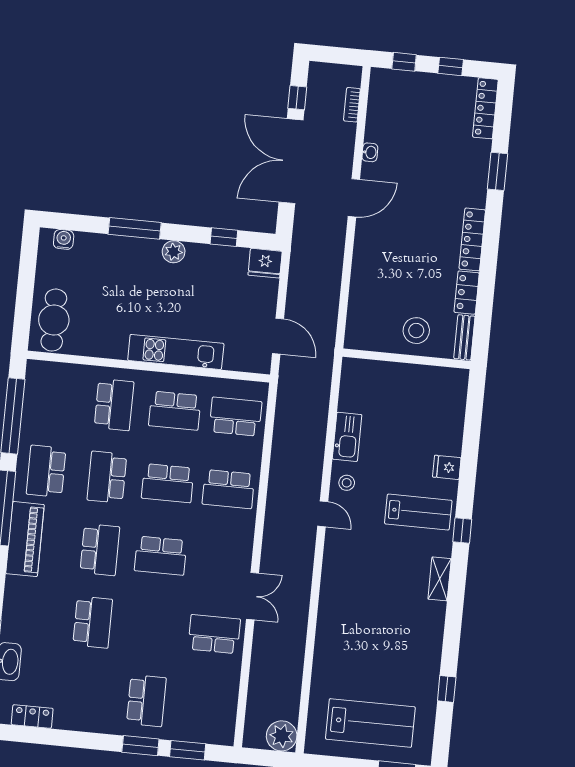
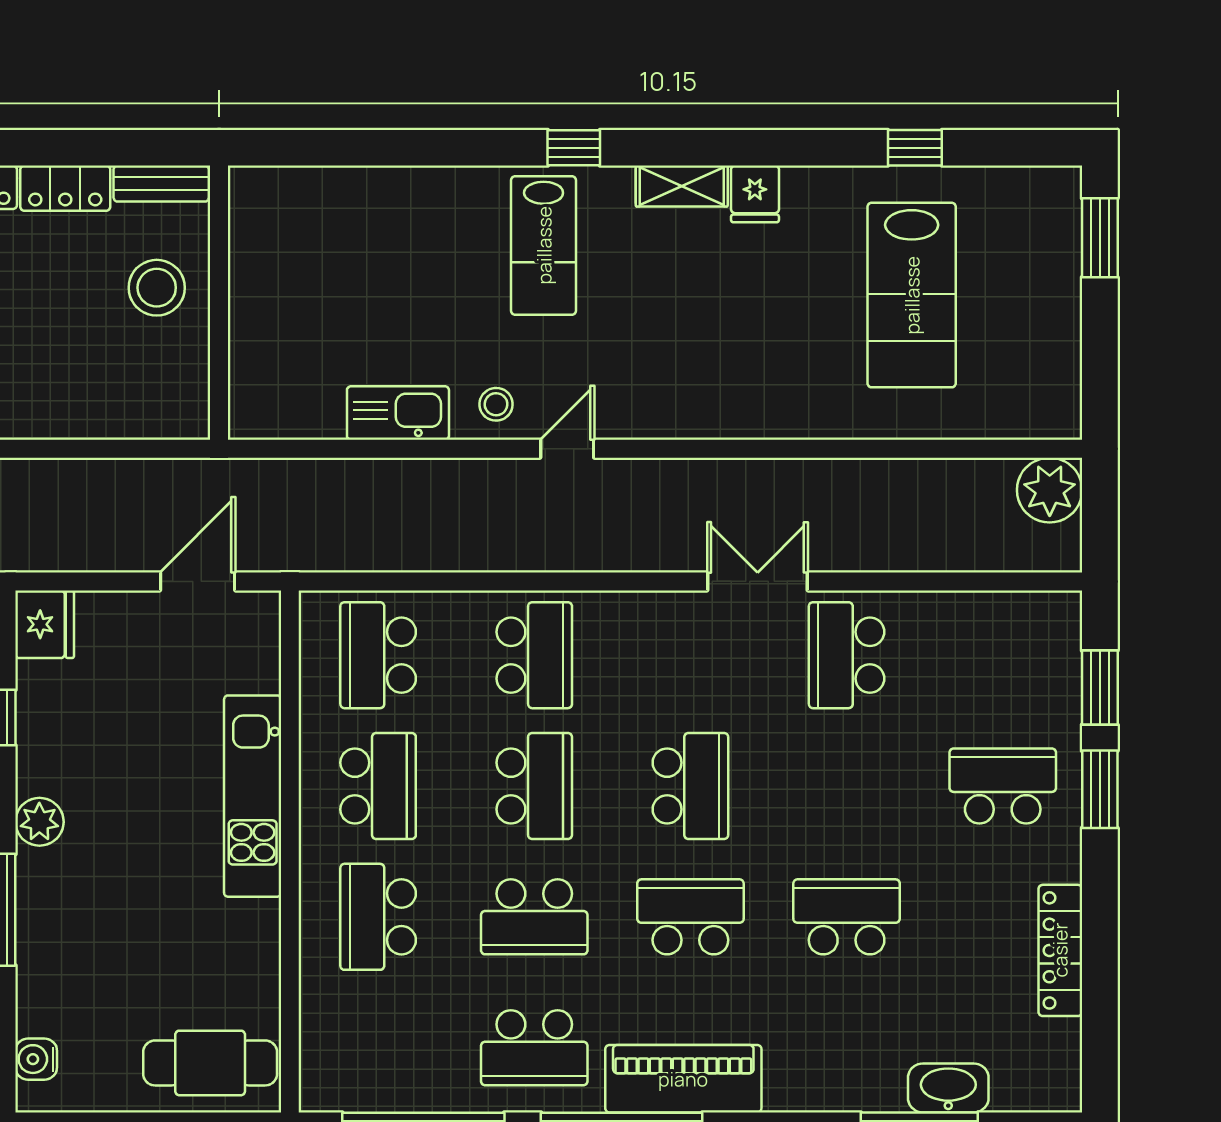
school desk: (114, 405) -> (378, 917), turned -90
fridge: (447, 467) -> (755, 194), moved
lab bench: (418, 512) -> (544, 245), turned 180
locker: (32, 716) -> (1060, 950), moved, width x1.53
lab bench: (370, 723) -> (912, 295), moved, turned 180

